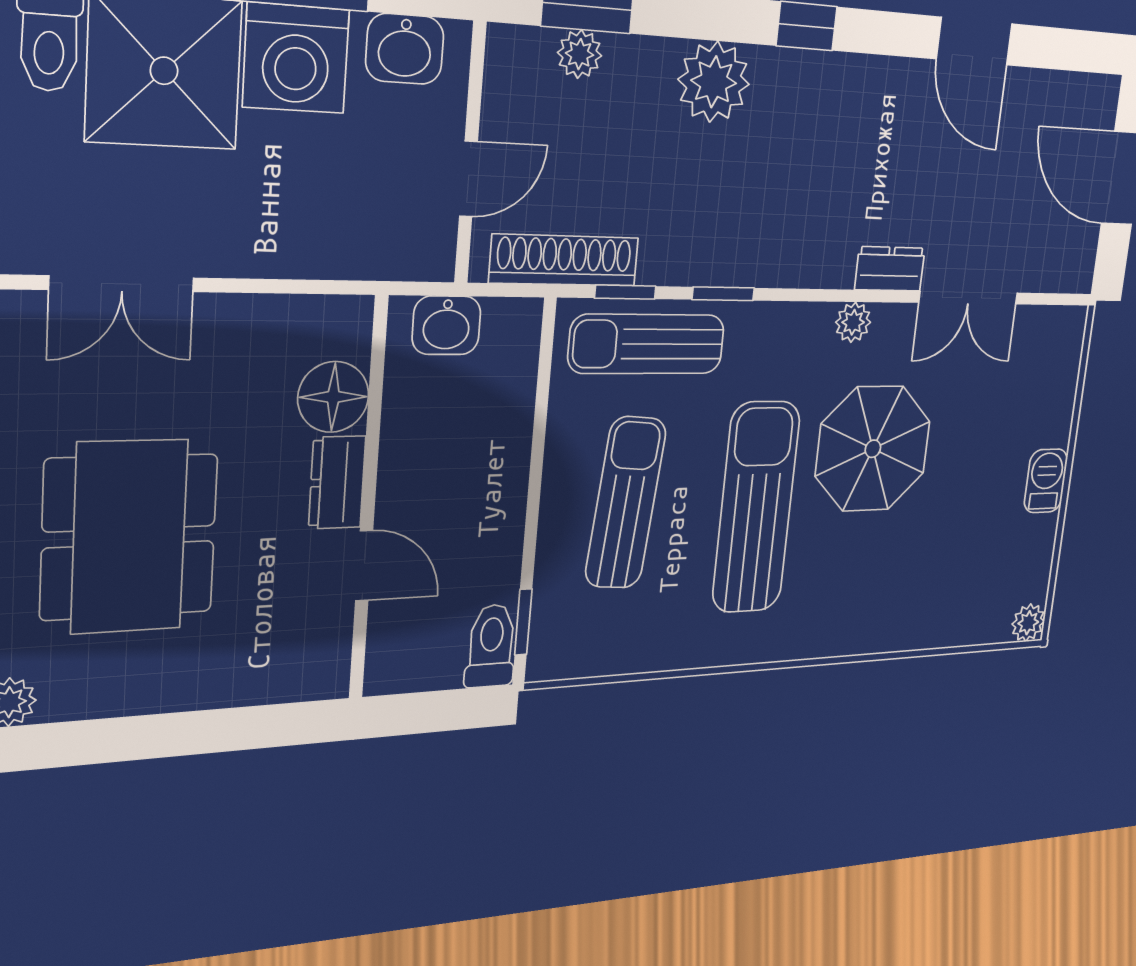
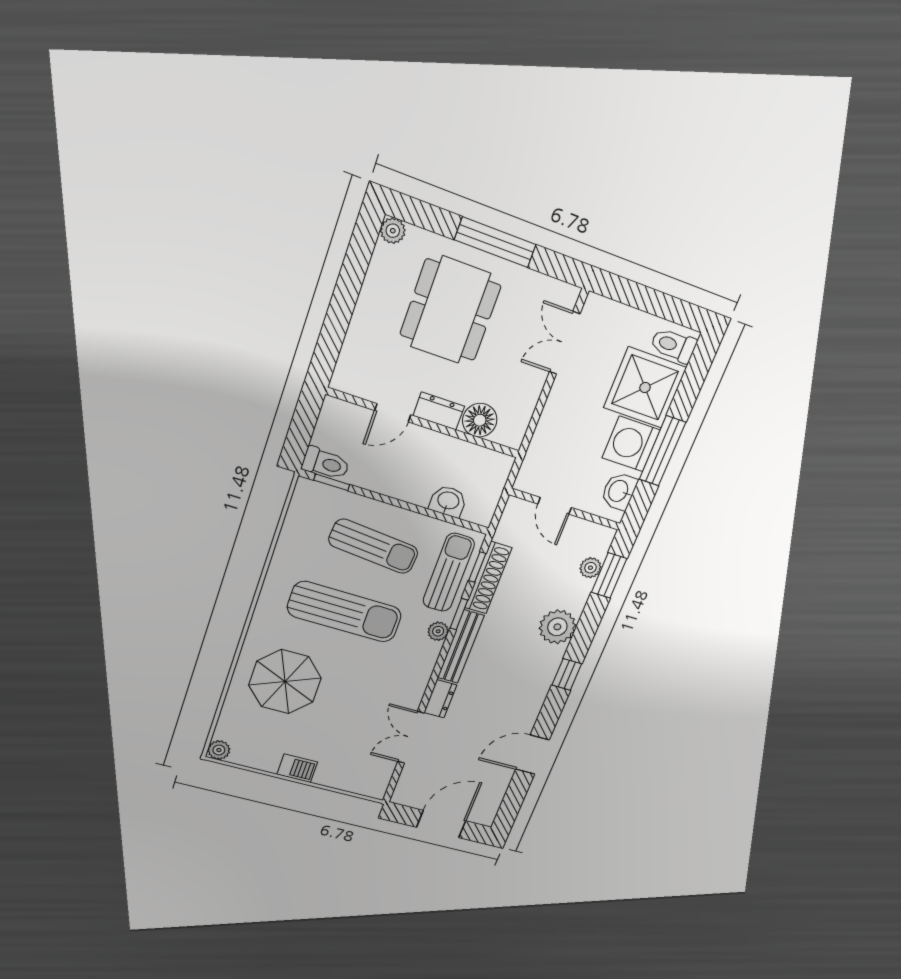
shoe rack: (564, 260) -> (488, 578), moved
bench: (785, 266) -> (461, 647), added
plant: (853, 322) -> (438, 631), moved
washbasin: (446, 325) -> (448, 501), moved, turned 90
parasol: (873, 449) -> (285, 682), moved
dining table: (129, 537) -> (451, 310), turned 90

